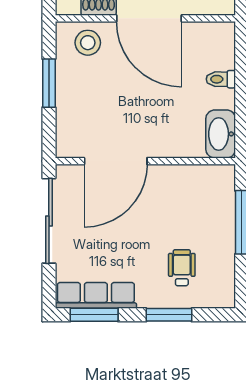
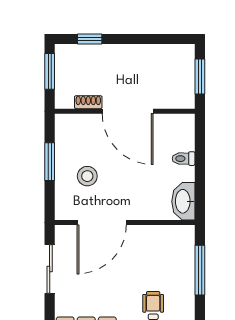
stool: (88, 43) -> (87, 176), moved
sliding door: (49, 221) -> (50, 269), width x0.73

